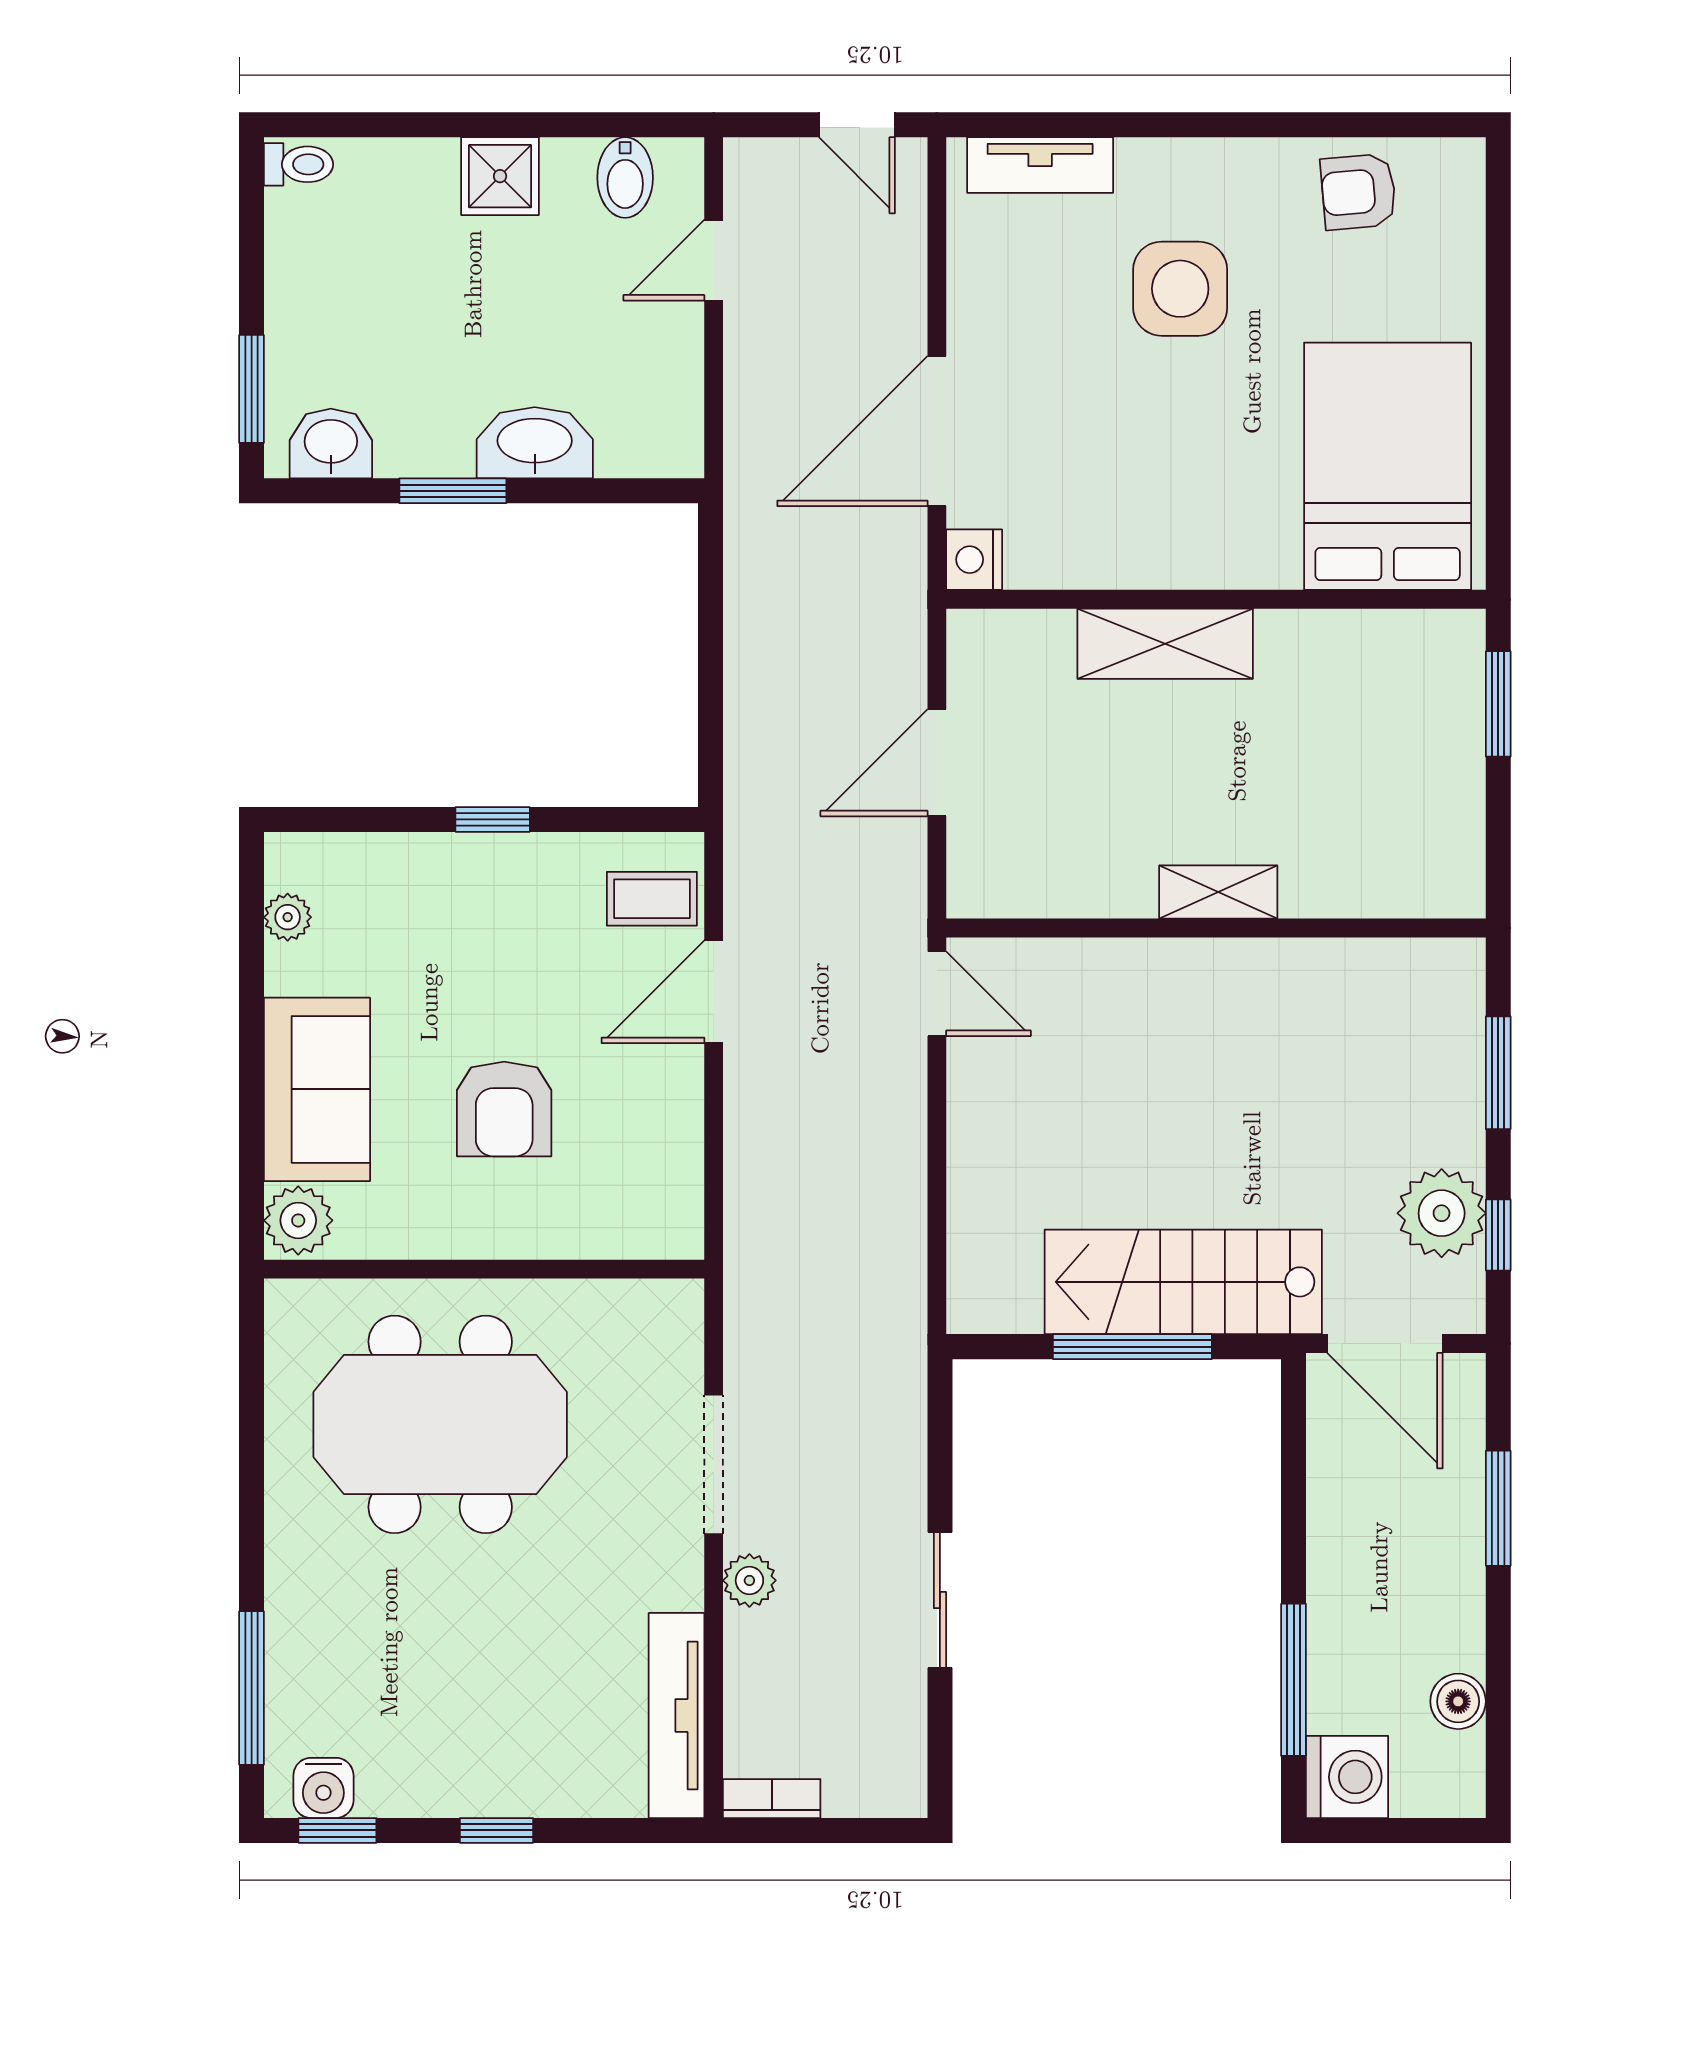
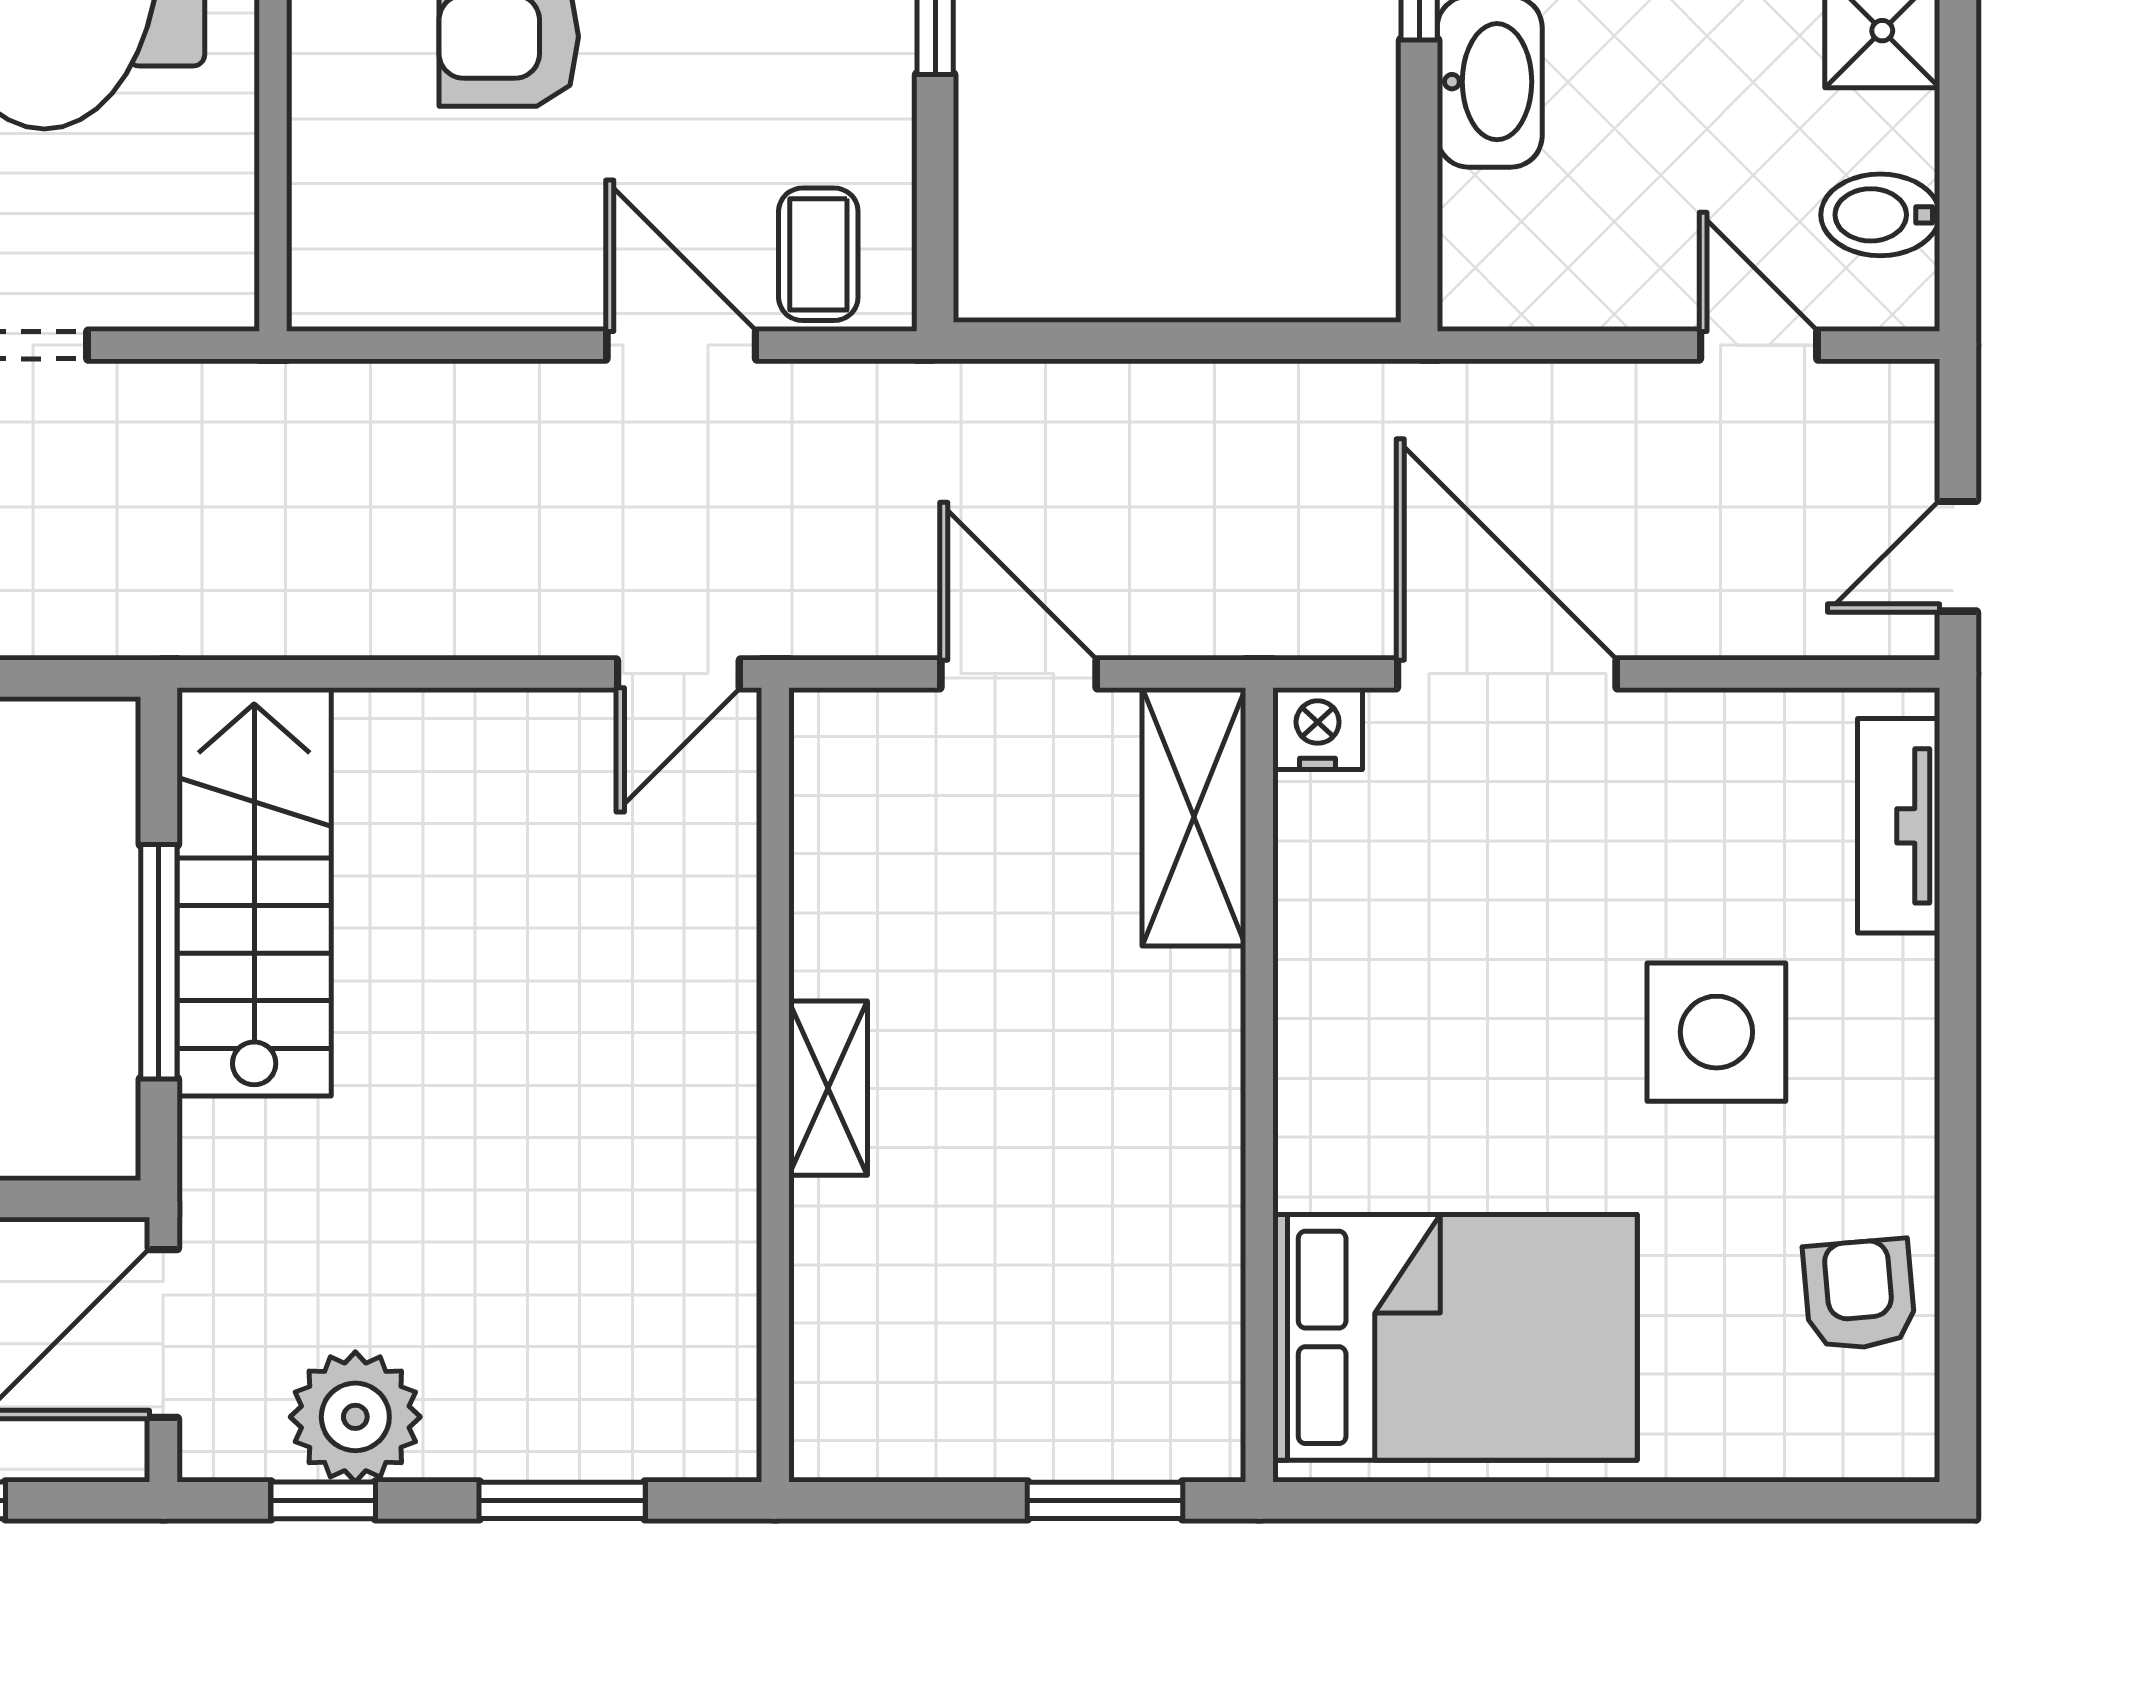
shelving: (1165, 644) -> (1194, 817), moved
stairs: (1183, 1282) -> (254, 892), moved

